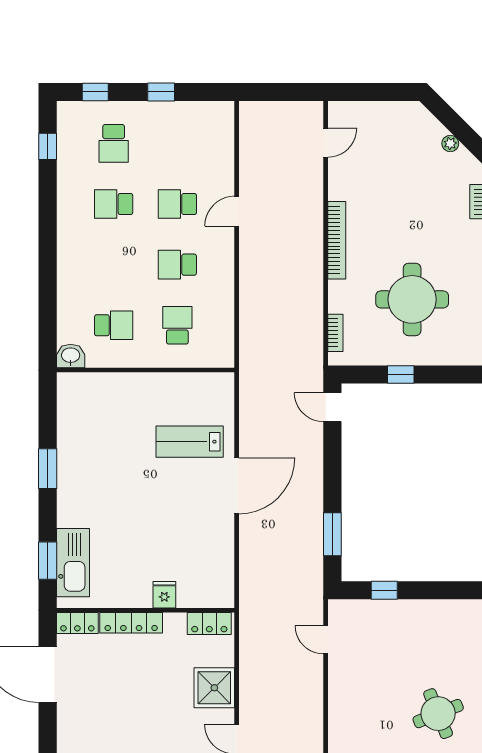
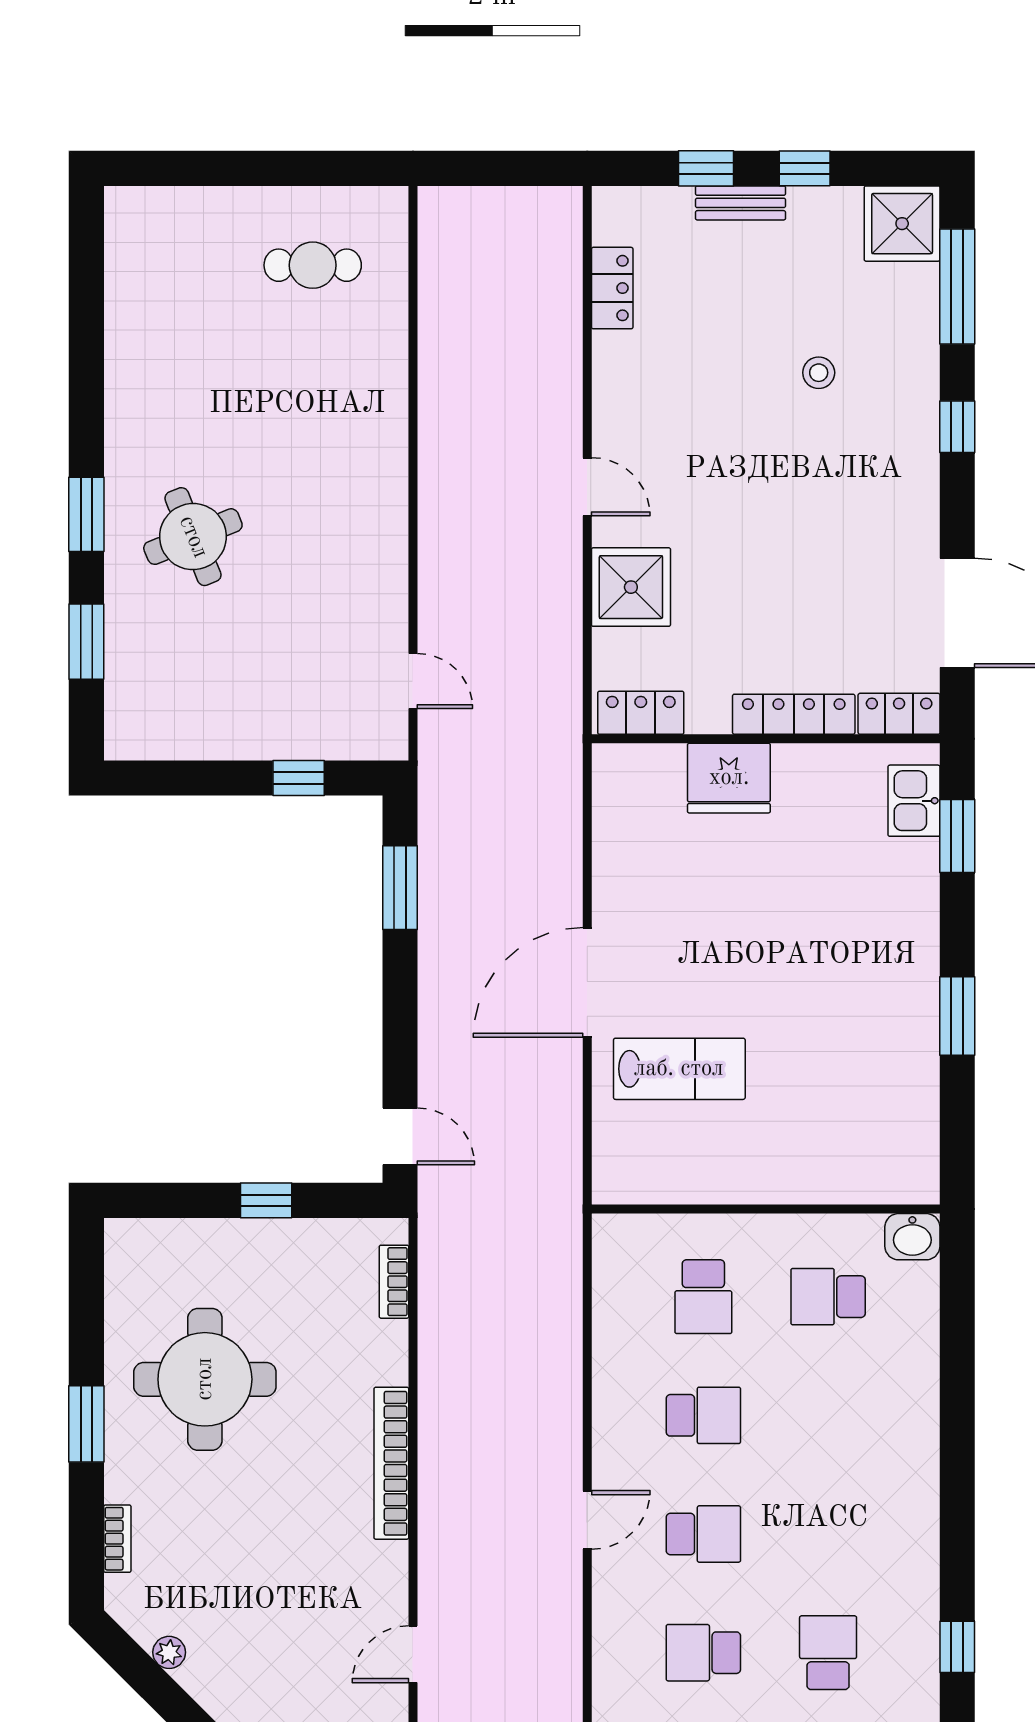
school desk: (114, 204) -> (703, 1653), moved, turned 180
round table: (412, 299) -> (205, 1379), moved
kitchen sink: (73, 563) -> (914, 801), width x0.53, depth x0.81
fridge: (164, 595) -> (729, 778), width x1.88, depth x1.34

